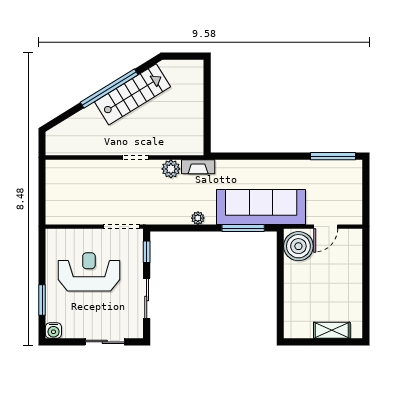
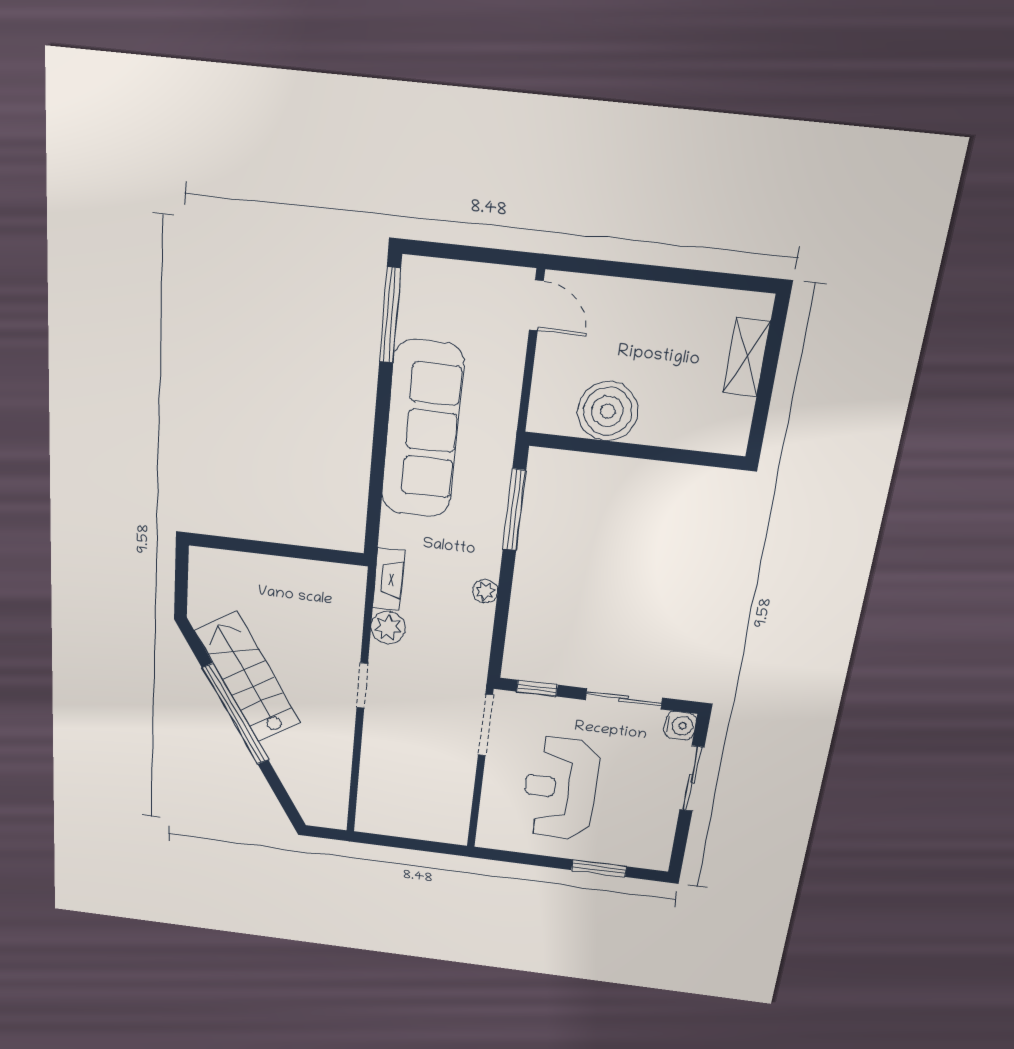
sofa: (261, 207) -> (422, 430), moved, turned 180
door: (326, 227) -> (536, 305), moved
boiler: (298, 246) -> (608, 411), moved
water cooler: (53, 331) -> (680, 725), moved

